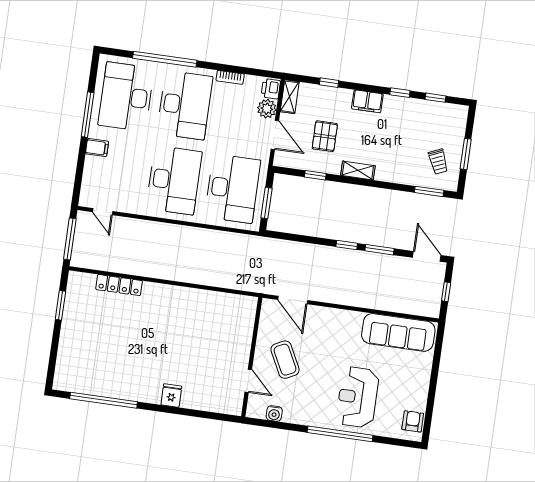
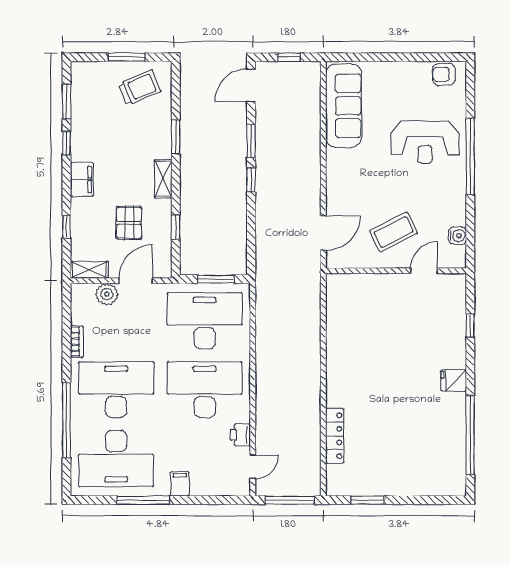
printer: (271, 89) -> (240, 435), moved, turned 90
window: (435, 98) -> (67, 101), width x1.50
pallet: (325, 136) -> (129, 223), turned 90
trolley: (438, 162) -> (140, 88), width x1.36, depth x1.39
window: (429, 191) -> (176, 137), moved
fridge: (171, 396) -> (454, 380), moved
window: (196, 413) -> (470, 325), added

